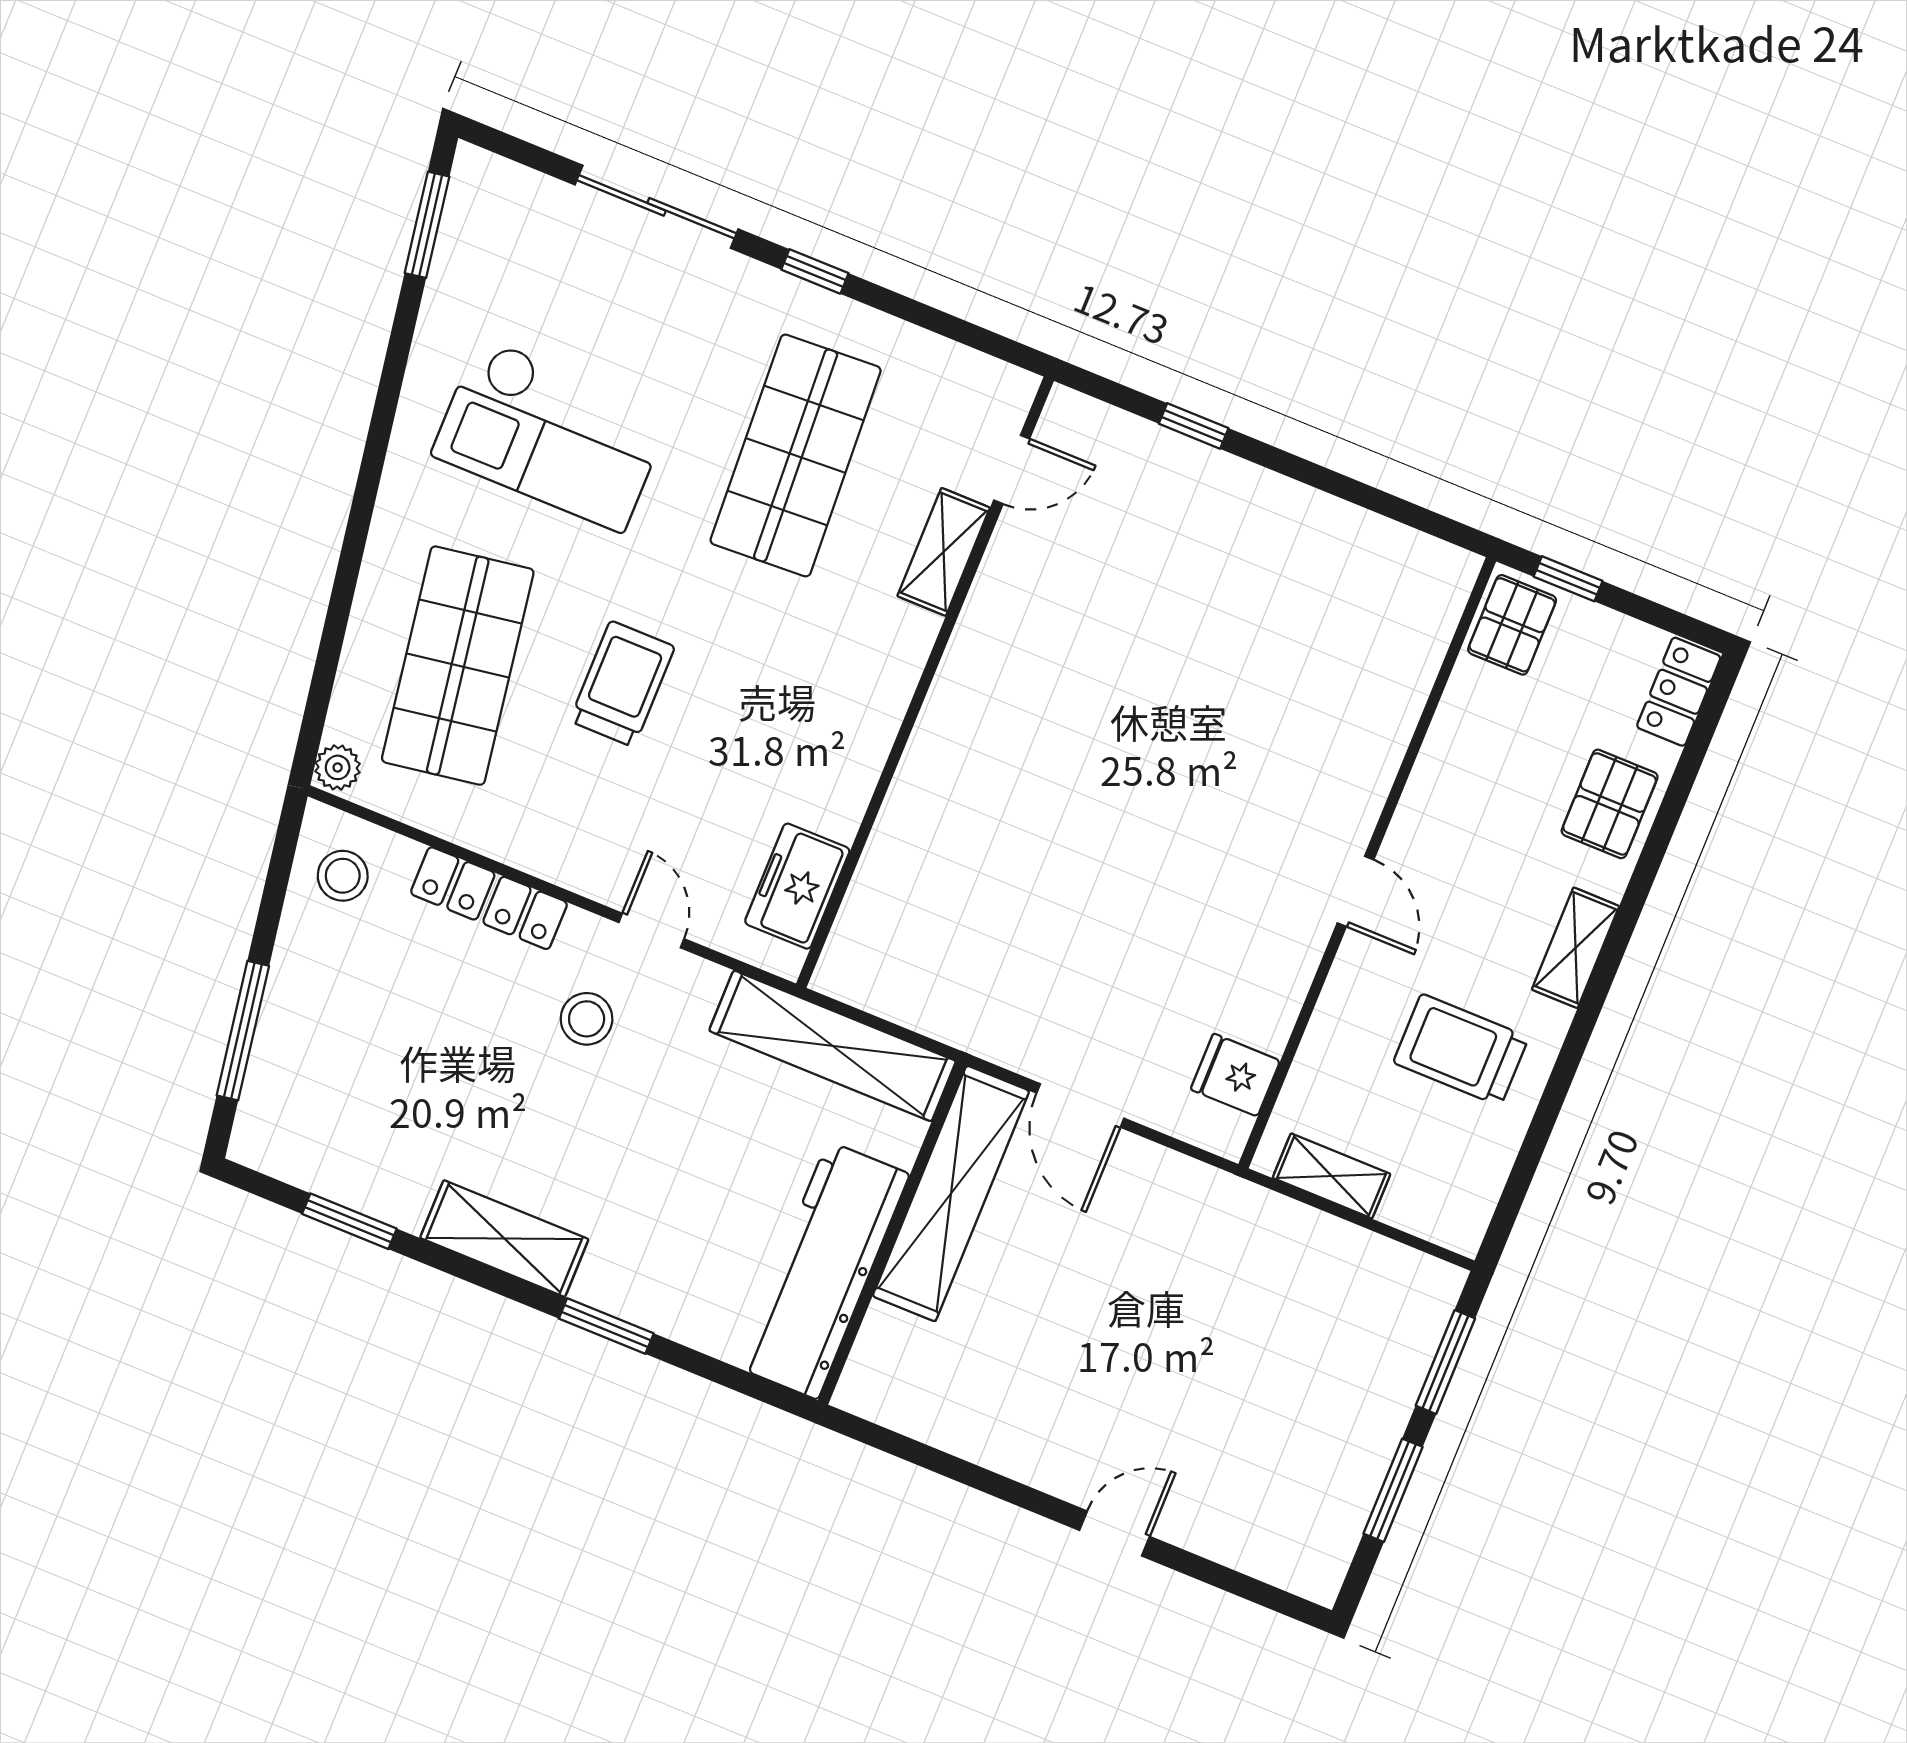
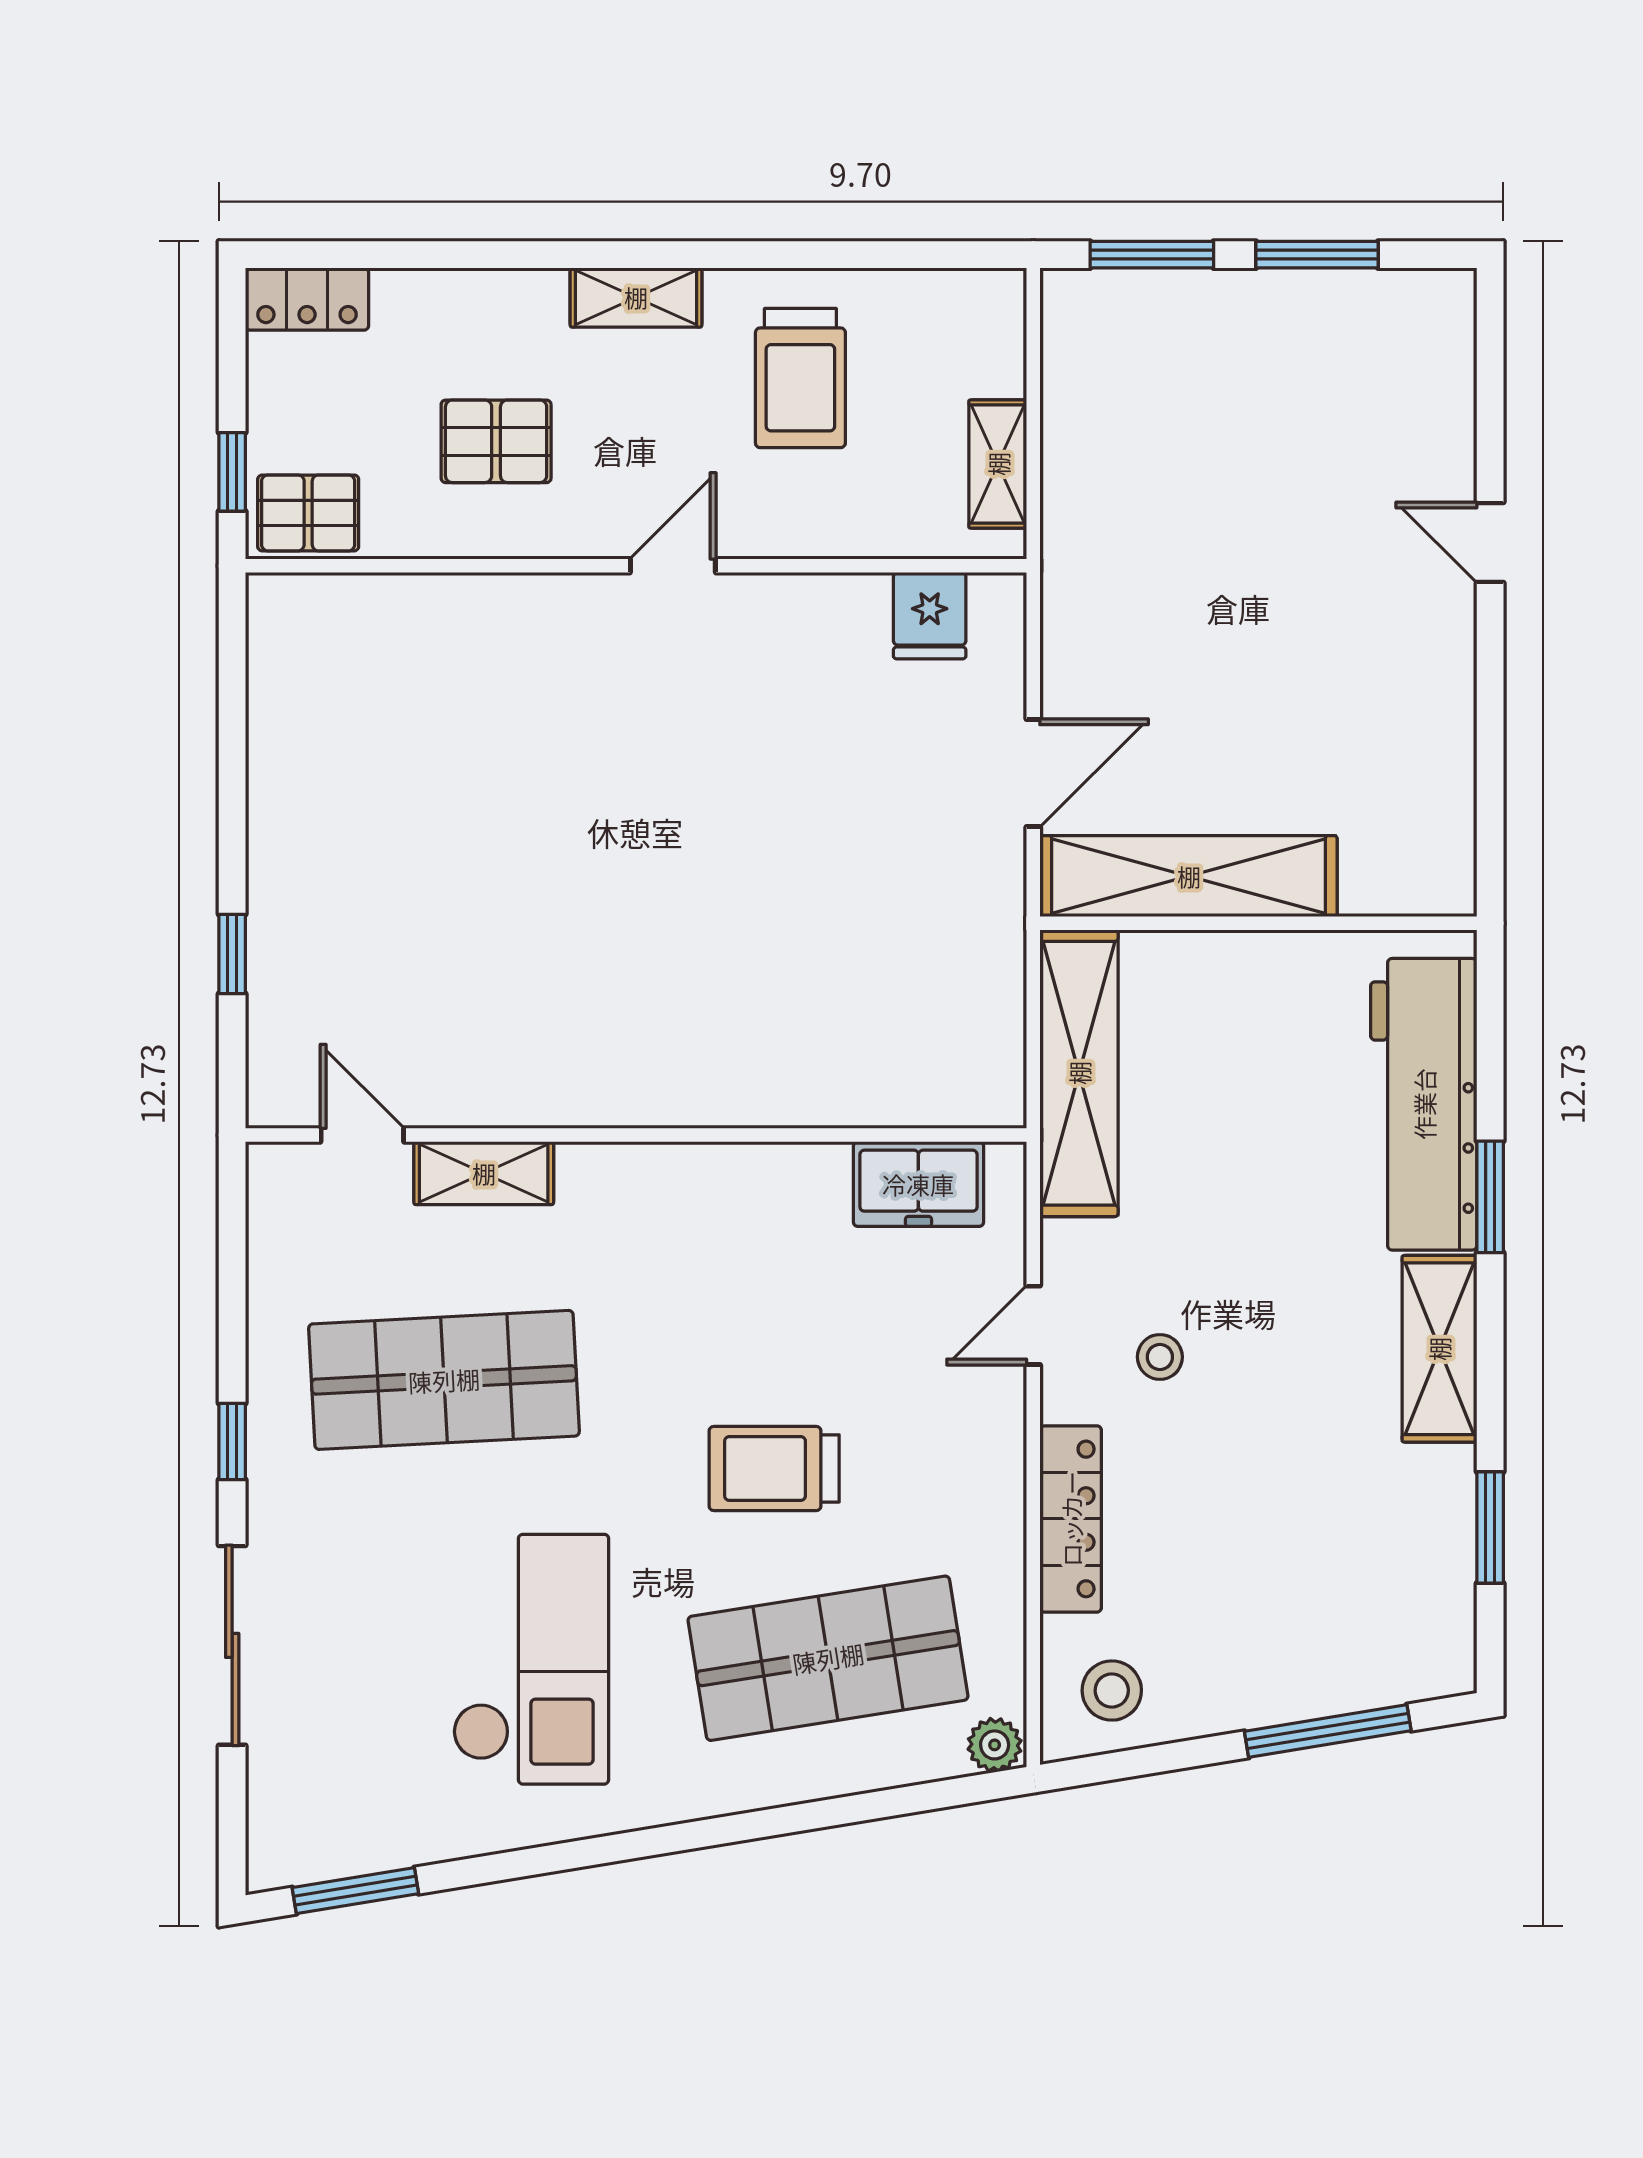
pallet: (1610, 804) -> (496, 441), moved
stool: (587, 1019) -> (1160, 1357), width x0.73, depth x0.73
workbench: (823, 1270) -> (1424, 1104), moved, turned 90

